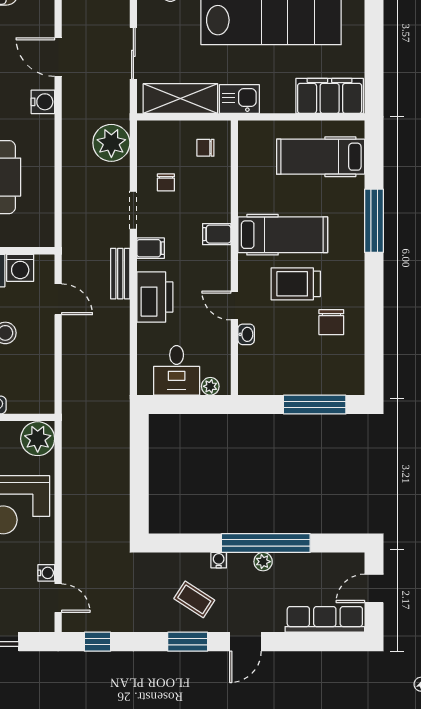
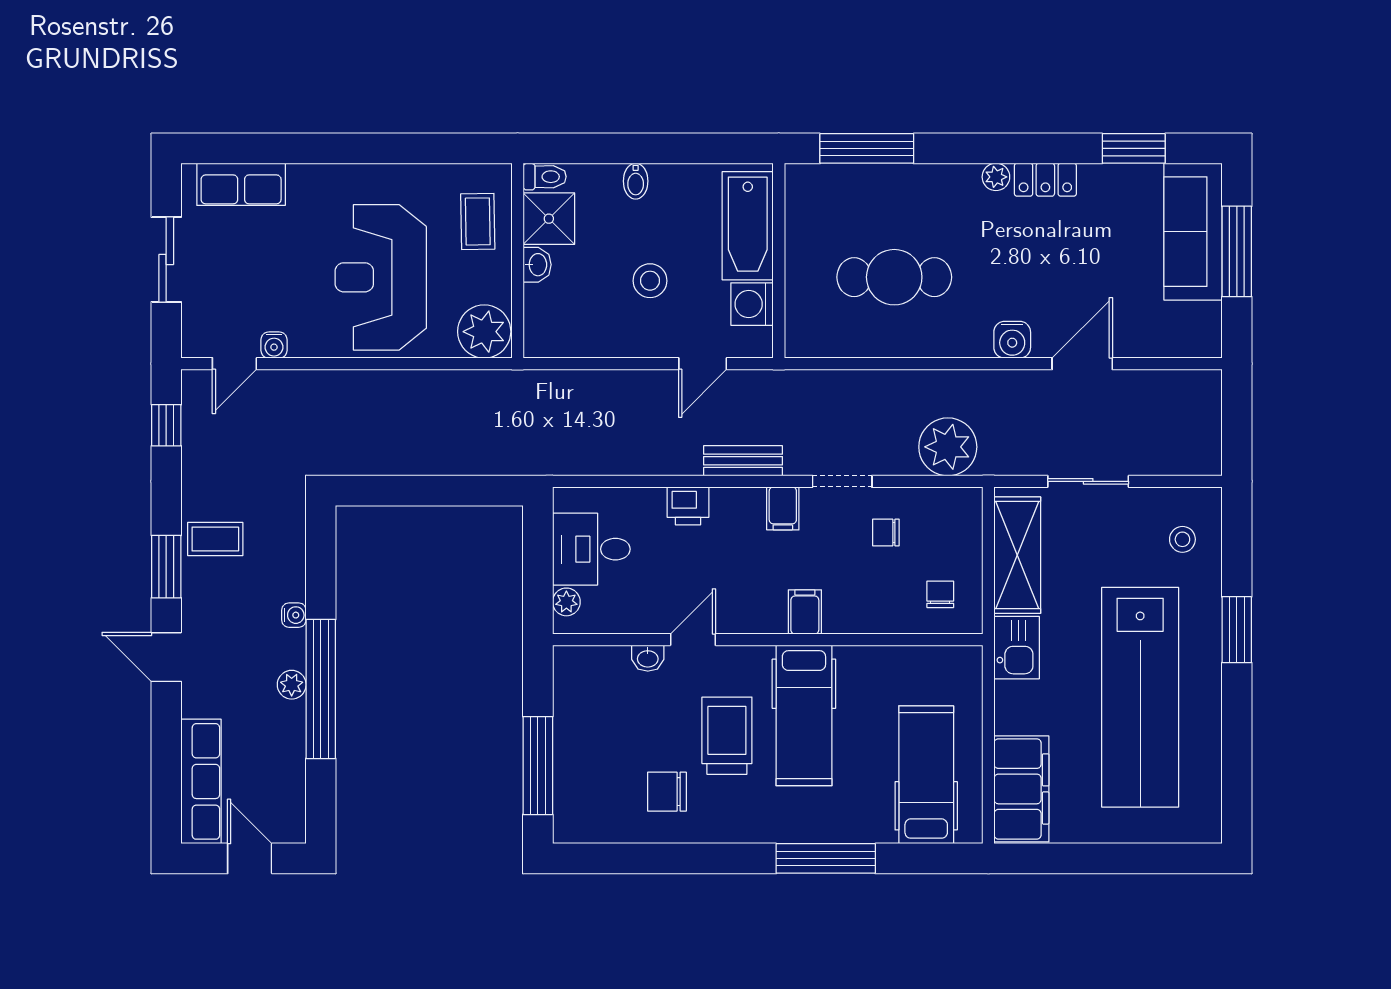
printer: (155, 297) -> (688, 506), width x0.53, depth x0.68
coffee table: (194, 599) -> (215, 539), moved, turned 57

